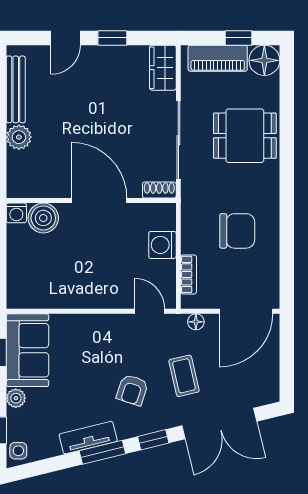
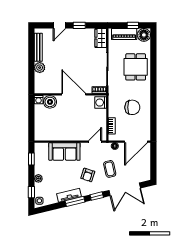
dining table: (245, 136) -> (136, 67), turned 90
washing machine: (162, 245) -> (101, 103), moved
door: (150, 311) -> (95, 142), hinge flipped
sofa: (27, 350) -> (64, 151), moved, turned 90

